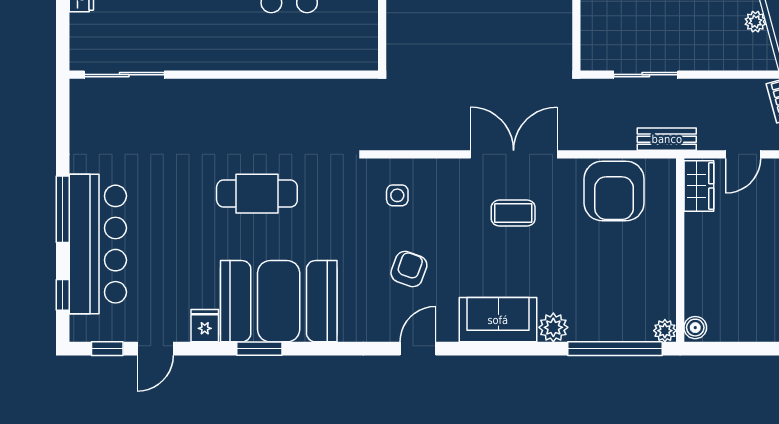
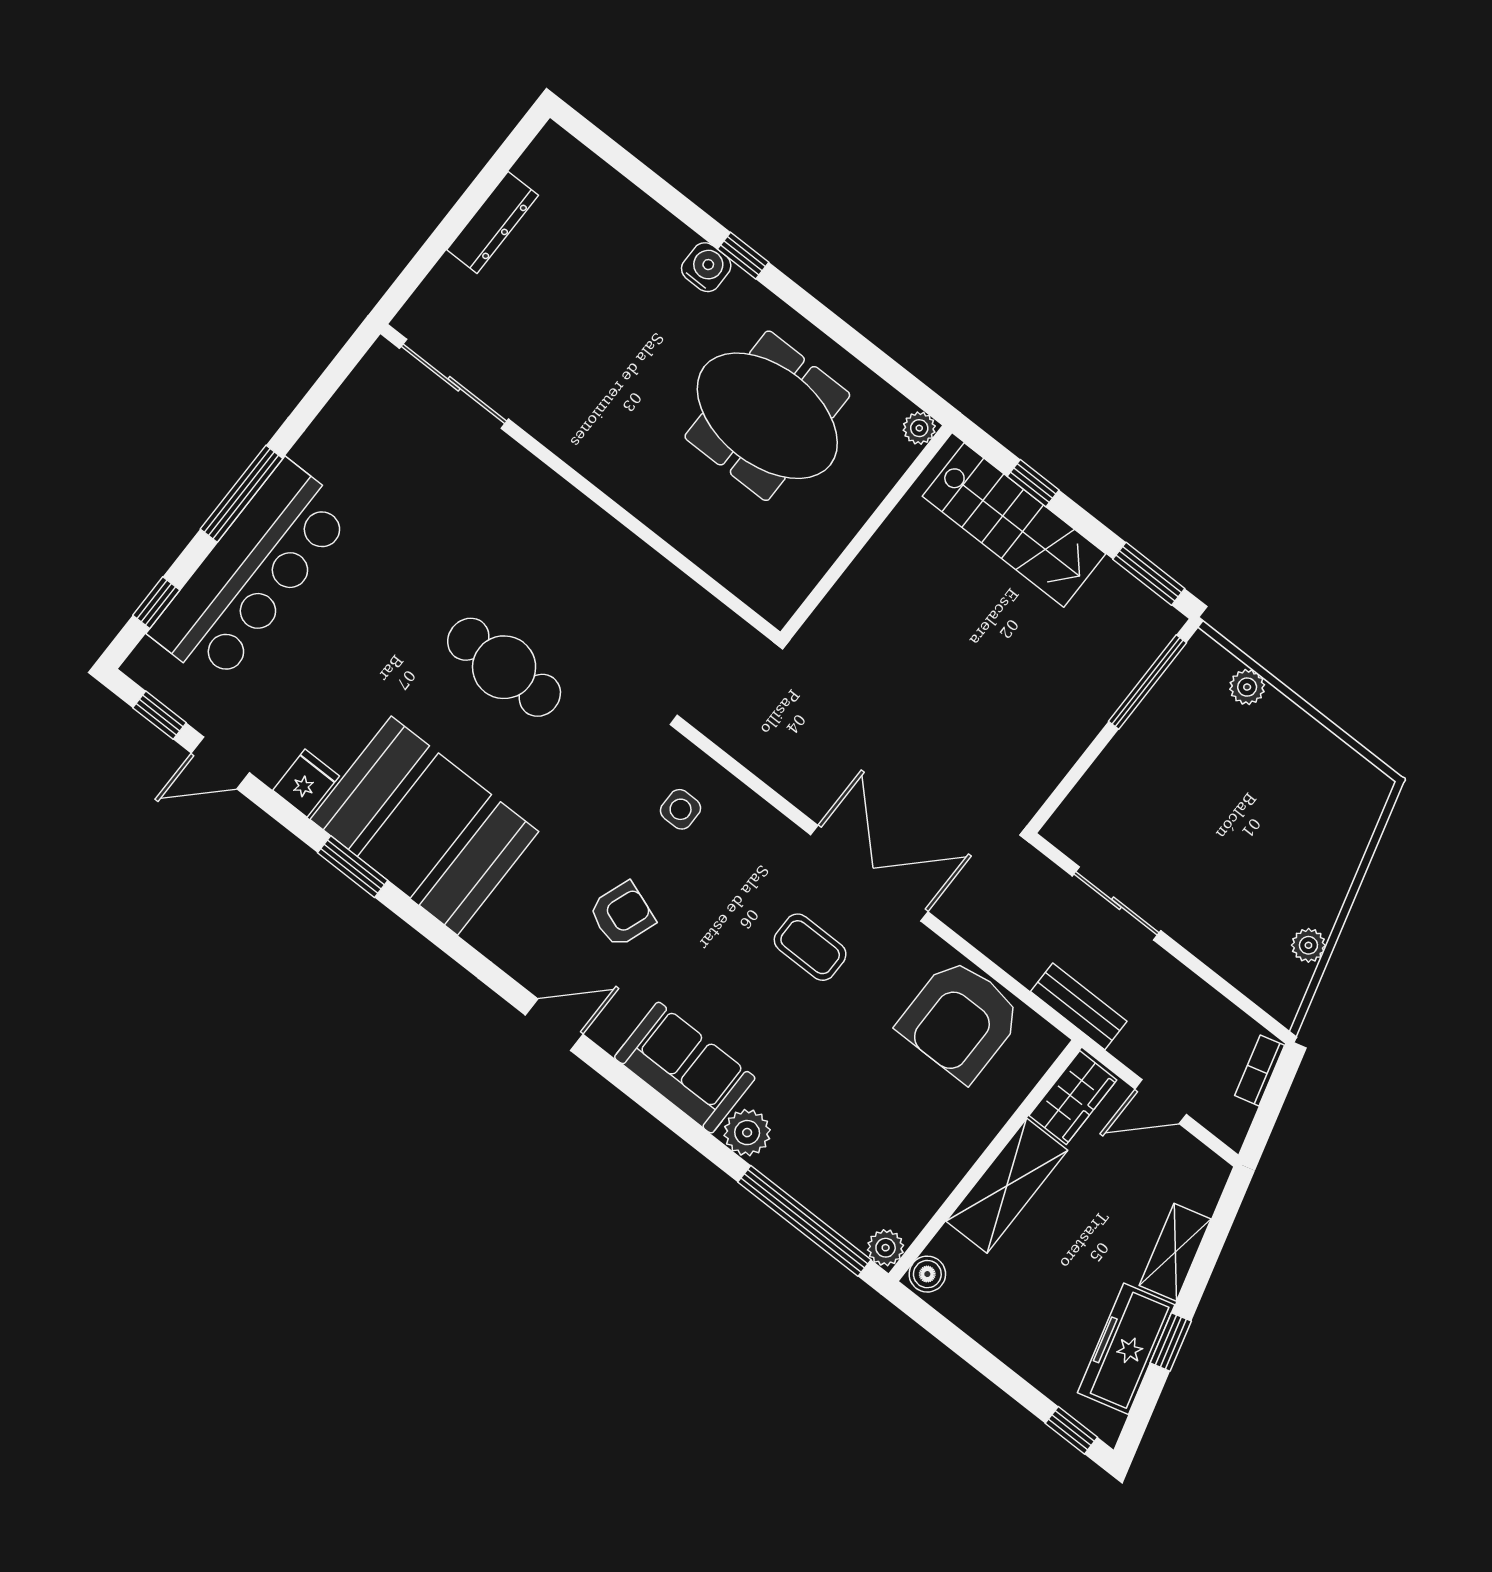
shelving: (700, 254) -> (1007, 1186), added

